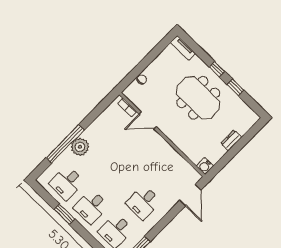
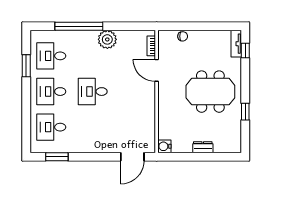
window: (217, 69) -> (245, 50), moved
meeting table: (198, 98) -> (210, 92), turned 90
plant: (80, 147) -> (107, 39), moved
desk: (143, 202) -> (93, 92), moved
window: (64, 214) -> (26, 66), moved

